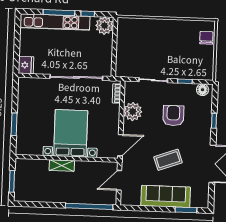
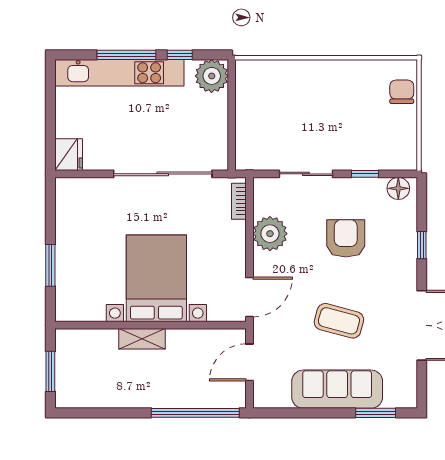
coffee table: (168, 160) -> (339, 321), turned 35

